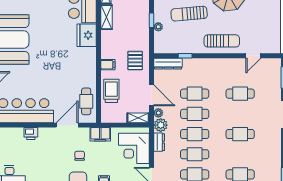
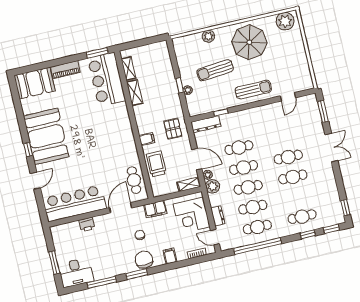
fridge: (87, 35) -> (119, 115), removed
cafe table: (240, 94) -> (288, 157), moved
dresser: (159, 142) -> (218, 216), moved

